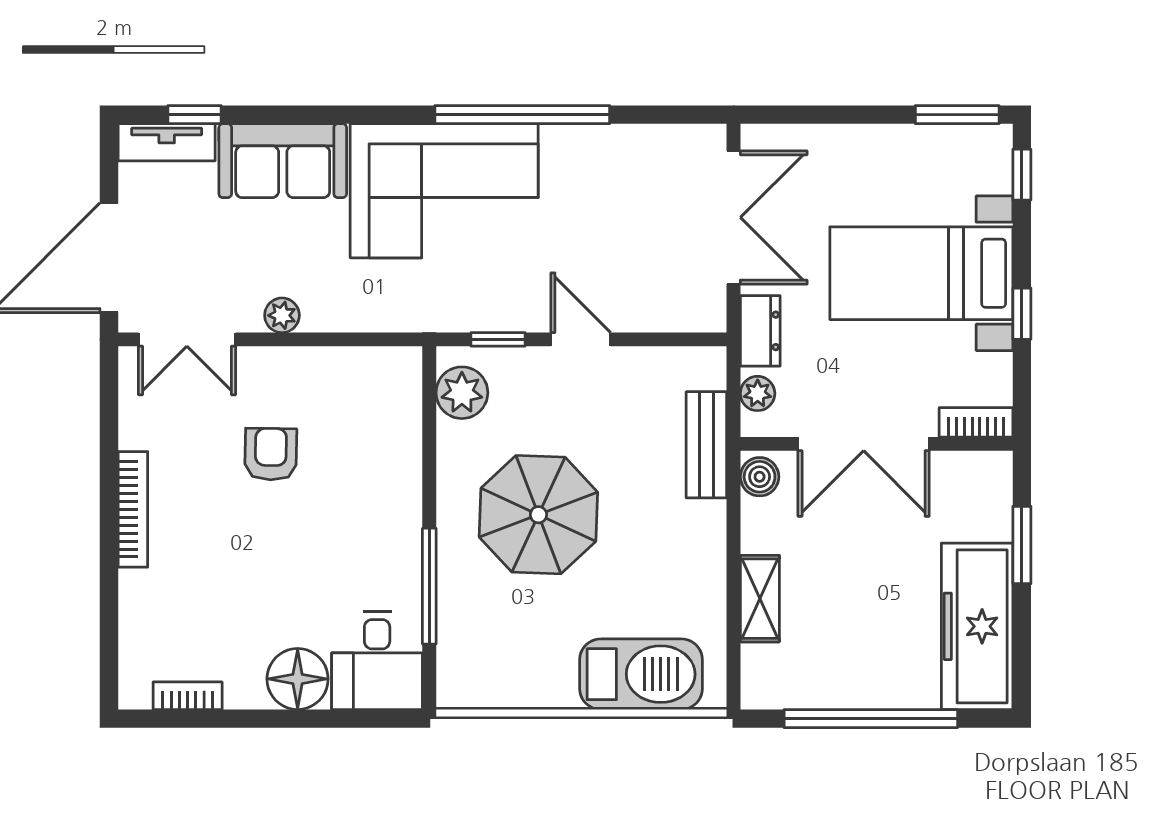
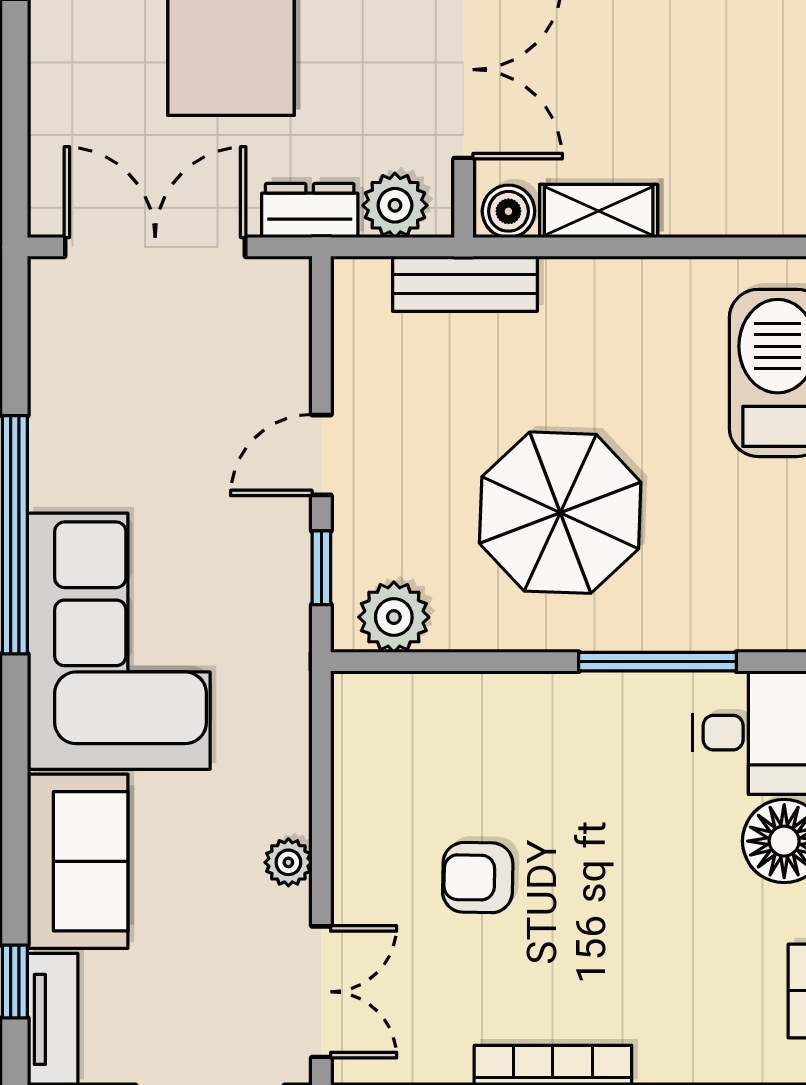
plant: (758, 393) -> (395, 205), width x1.38, depth x1.38
shelving: (760, 599) -> (599, 211), moved

